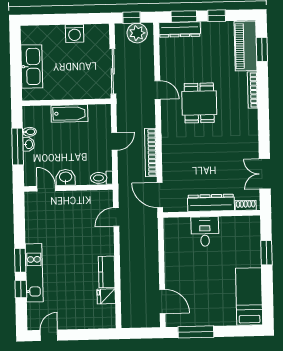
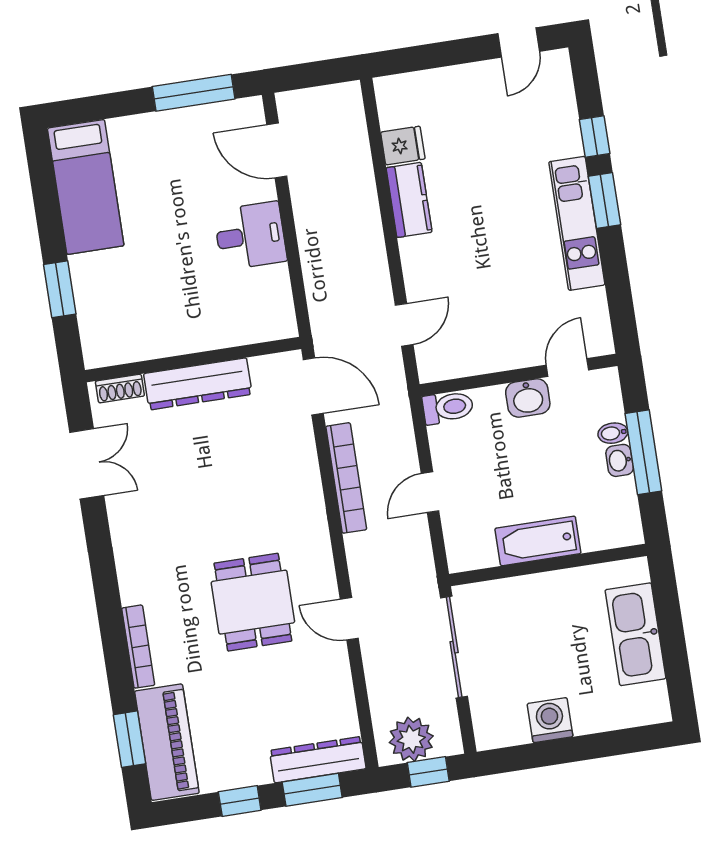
bidet: (29, 132) -> (613, 433), moved
door: (46, 189) -> (567, 368), swing flipped
desk: (205, 232) -> (250, 236), moved, turned -90
kitchen unit: (34, 273) -> (577, 223), moved

